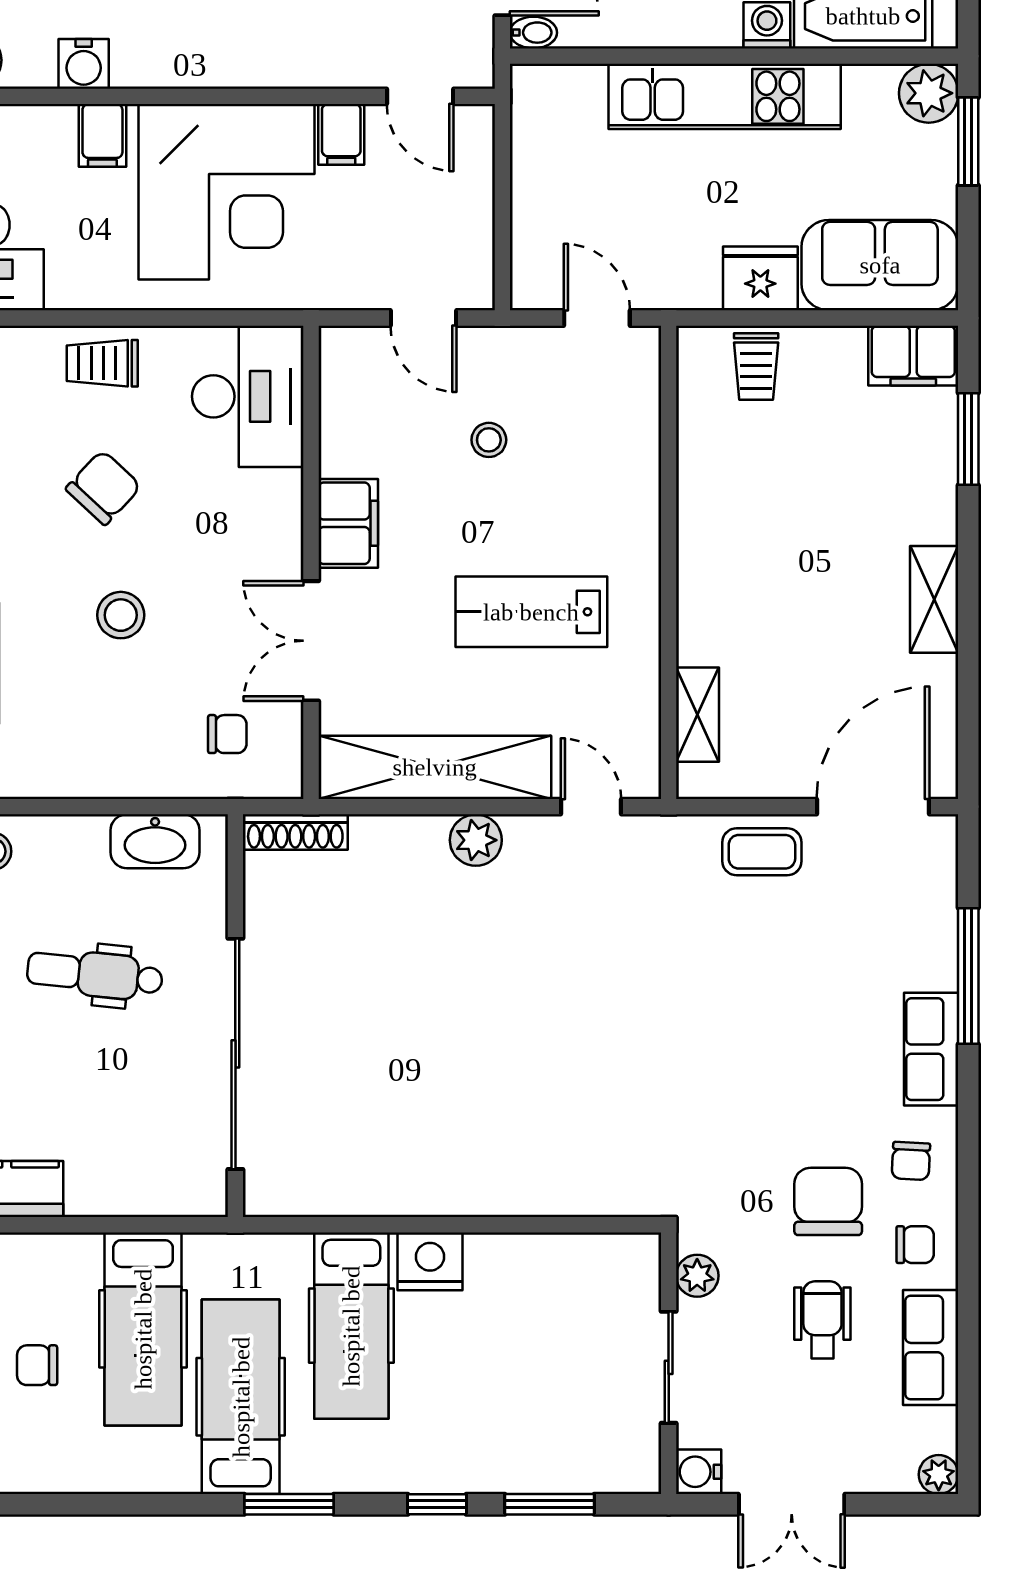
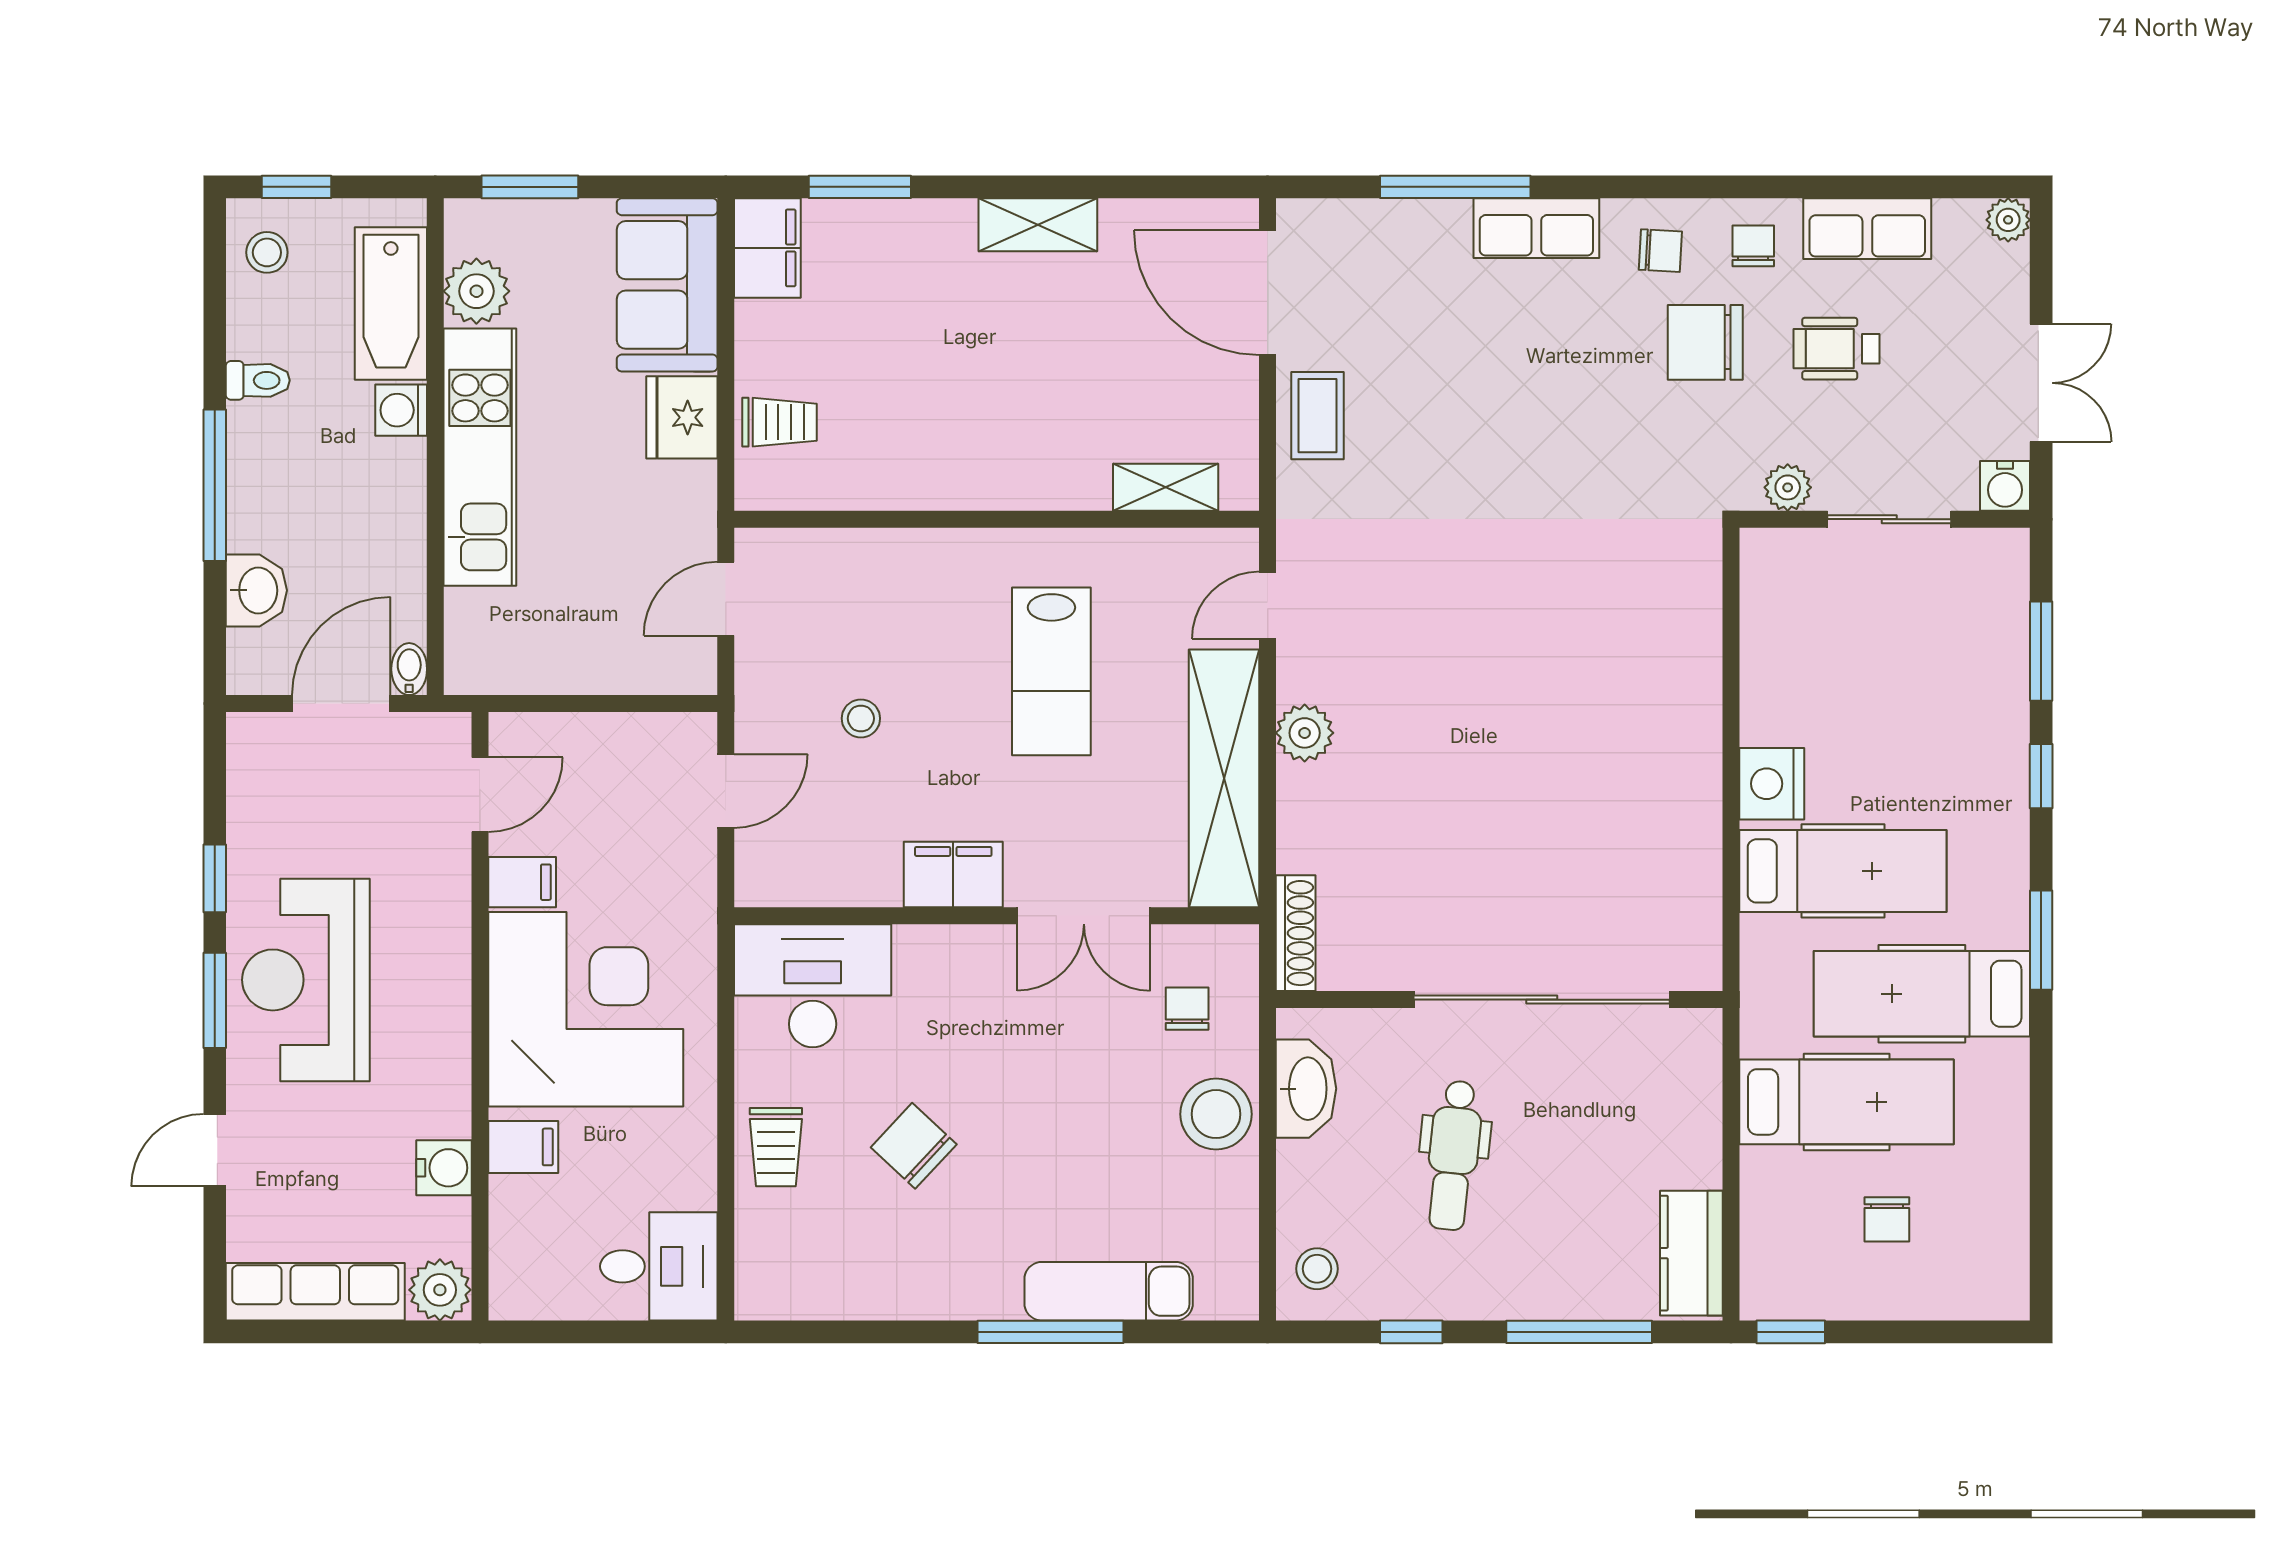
plant: (929, 93) -> (476, 291), moved
stool: (121, 615) -> (1216, 1114), moved, width x1.38, depth x1.38

